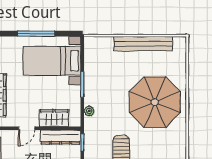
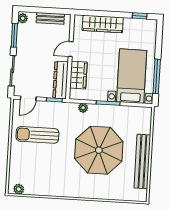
window: (36, 34) -> (157, 76), moved
parasol: (155, 102) -> (99, 150), moved
door: (27, 128) -> (71, 49), hinge flipped

